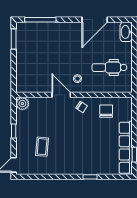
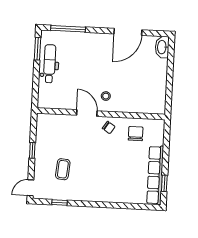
dental chair: (109, 68) -> (50, 64), moved, turned 90
plant: (22, 104) -> (43, 120), removed
window: (90, 177) -> (60, 202), moved

